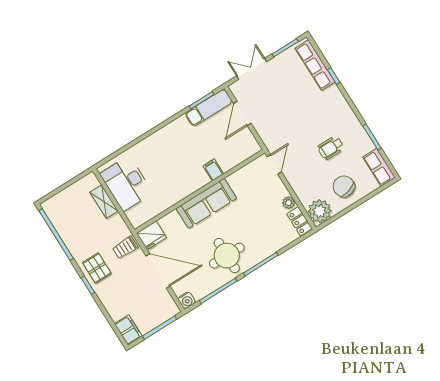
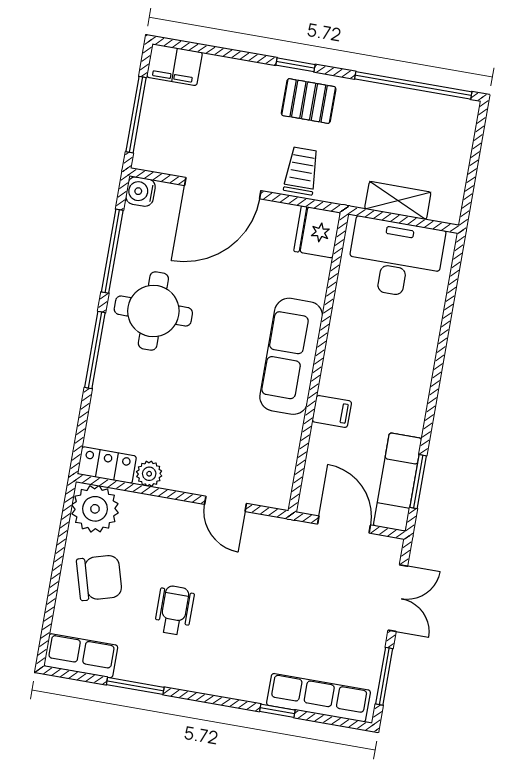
filing cabinet: (213, 170) -> (332, 411), moved
wall: (200, 191) -> (318, 362), moved
sofa: (206, 203) -> (291, 356), moved
fridge: (151, 235) -> (317, 232), moved

